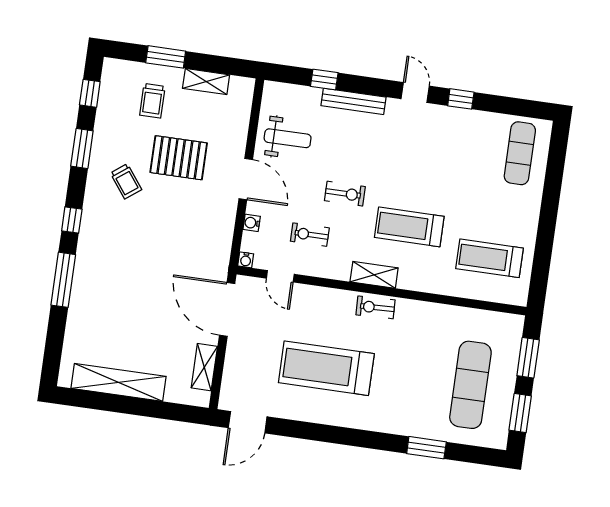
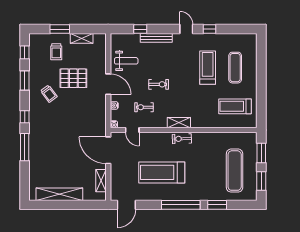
exercise mat: (520, 153) -> (235, 68), moved
treadmill: (409, 227) -> (208, 68), moved, turned 90
window: (355, 437) -> (181, 205), added

